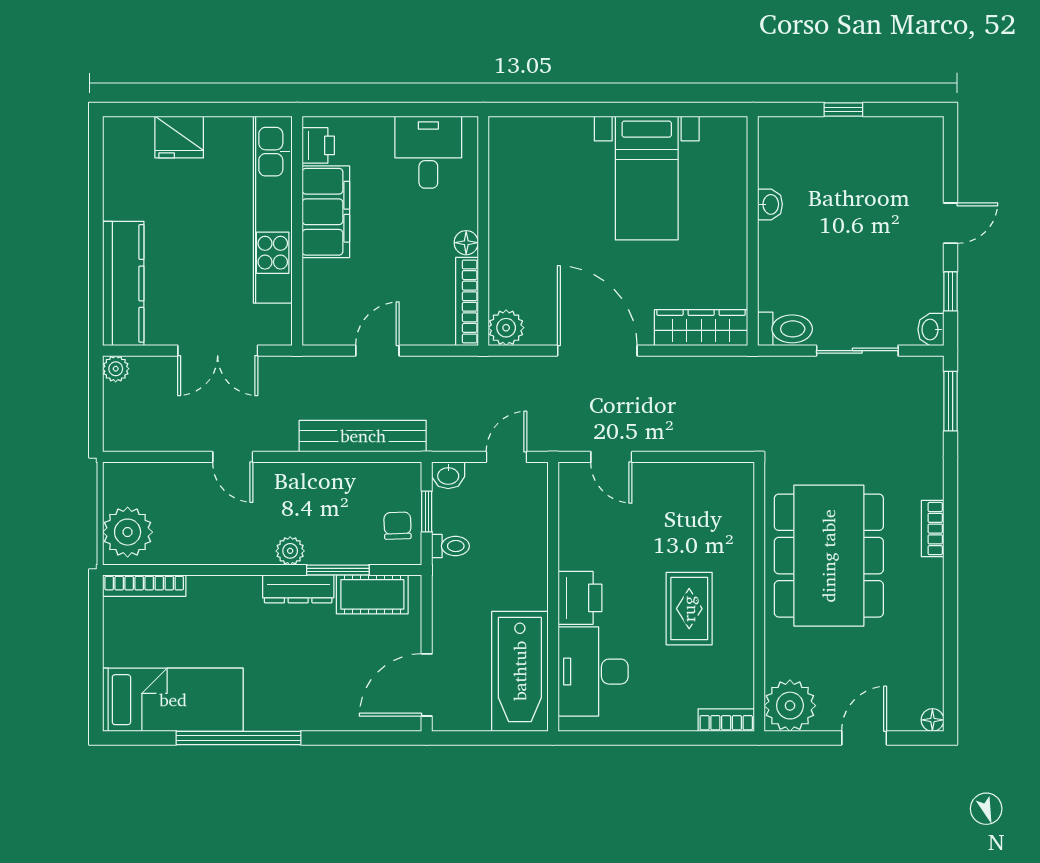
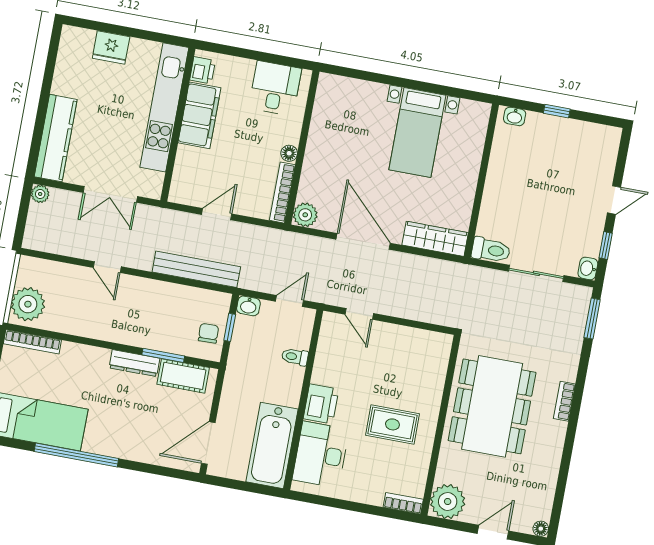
washbasin: (770, 204) -> (515, 116), moved, turned 90
toilet: (451, 546) -> (295, 357), moved, turned 180
plant: (290, 551) -> (134, 337), removed
rug: (689, 609) -> (392, 424), turned 90

